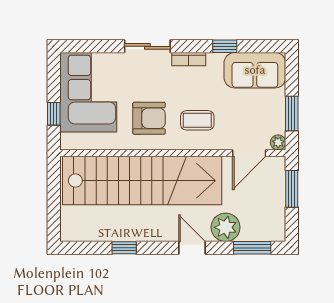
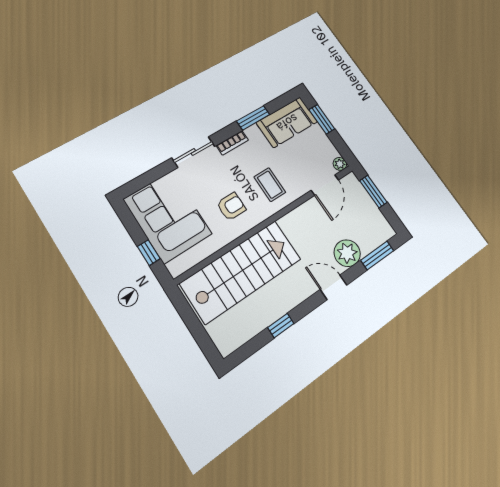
window: (225, 46) -> (253, 118), width x1.50
window: (292, 114) -> (322, 119), moved
armchair: (149, 118) -> (231, 206), width x0.72, depth x0.72
coffee table: (197, 120) -> (270, 185), turned 90
stairs: (142, 181) -> (241, 271), width x0.73

